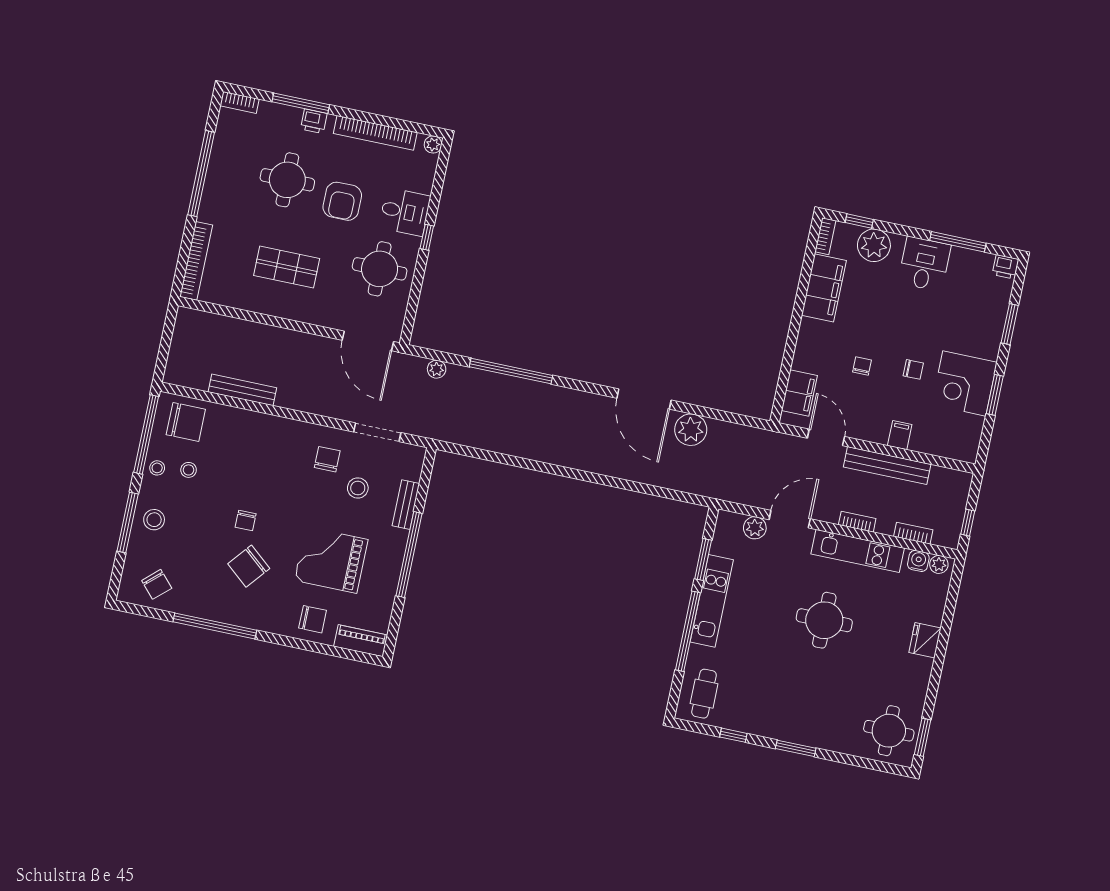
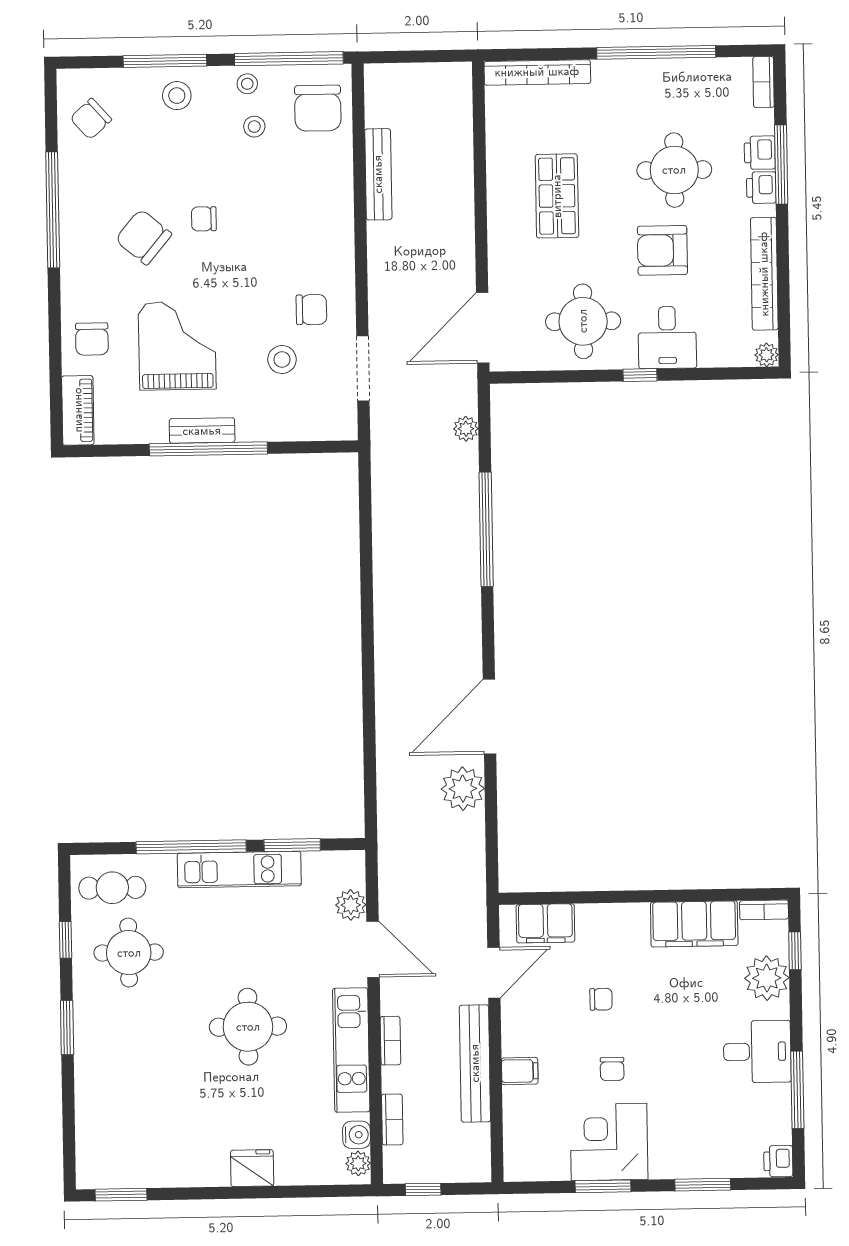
printer: (289, 117) -> (760, 153), added
bench: (406, 505) -> (202, 431), moved
round table: (889, 731) -> (129, 953), moved

